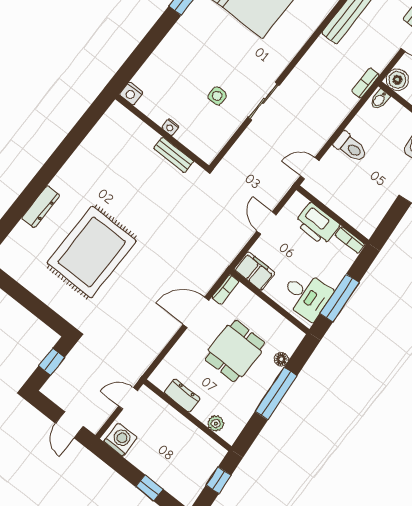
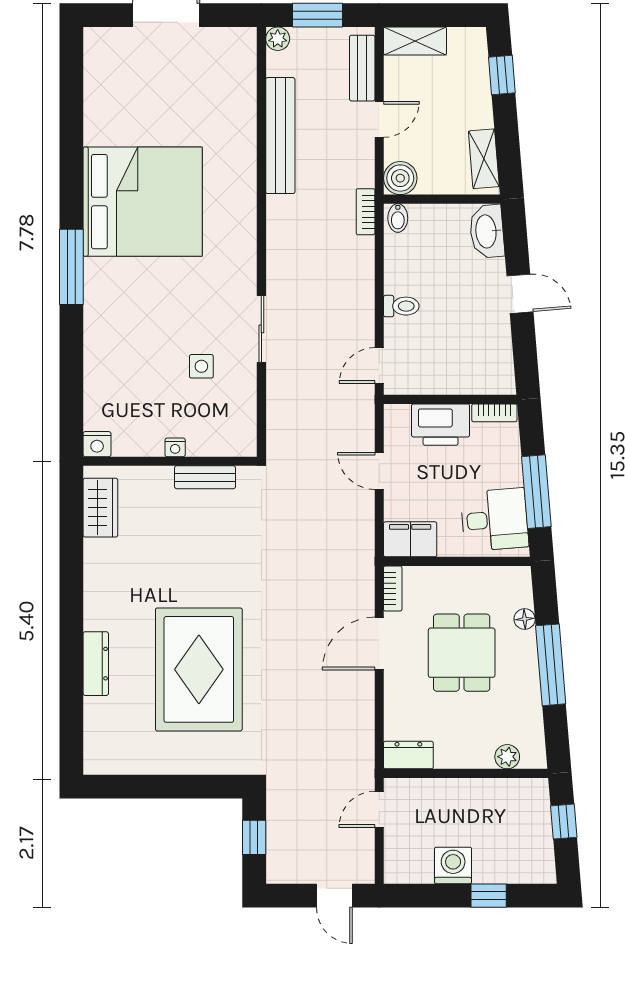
wardrobe: (107, 128) -> (100, 508), added
toilet: (351, 147) -> (401, 306), width x0.73, depth x0.72
dresser: (182, 396) -> (408, 755), moved
washing machine: (120, 440) -> (453, 865), moved

